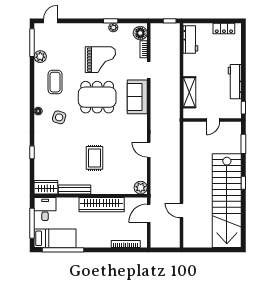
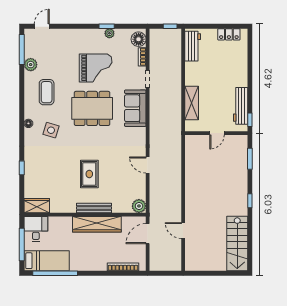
workbench: (235, 82) -> (241, 106), moved
bench: (75, 190) -> (94, 208), moved
stairs: (227, 201) -> (237, 244), width x0.54, depth x0.66

